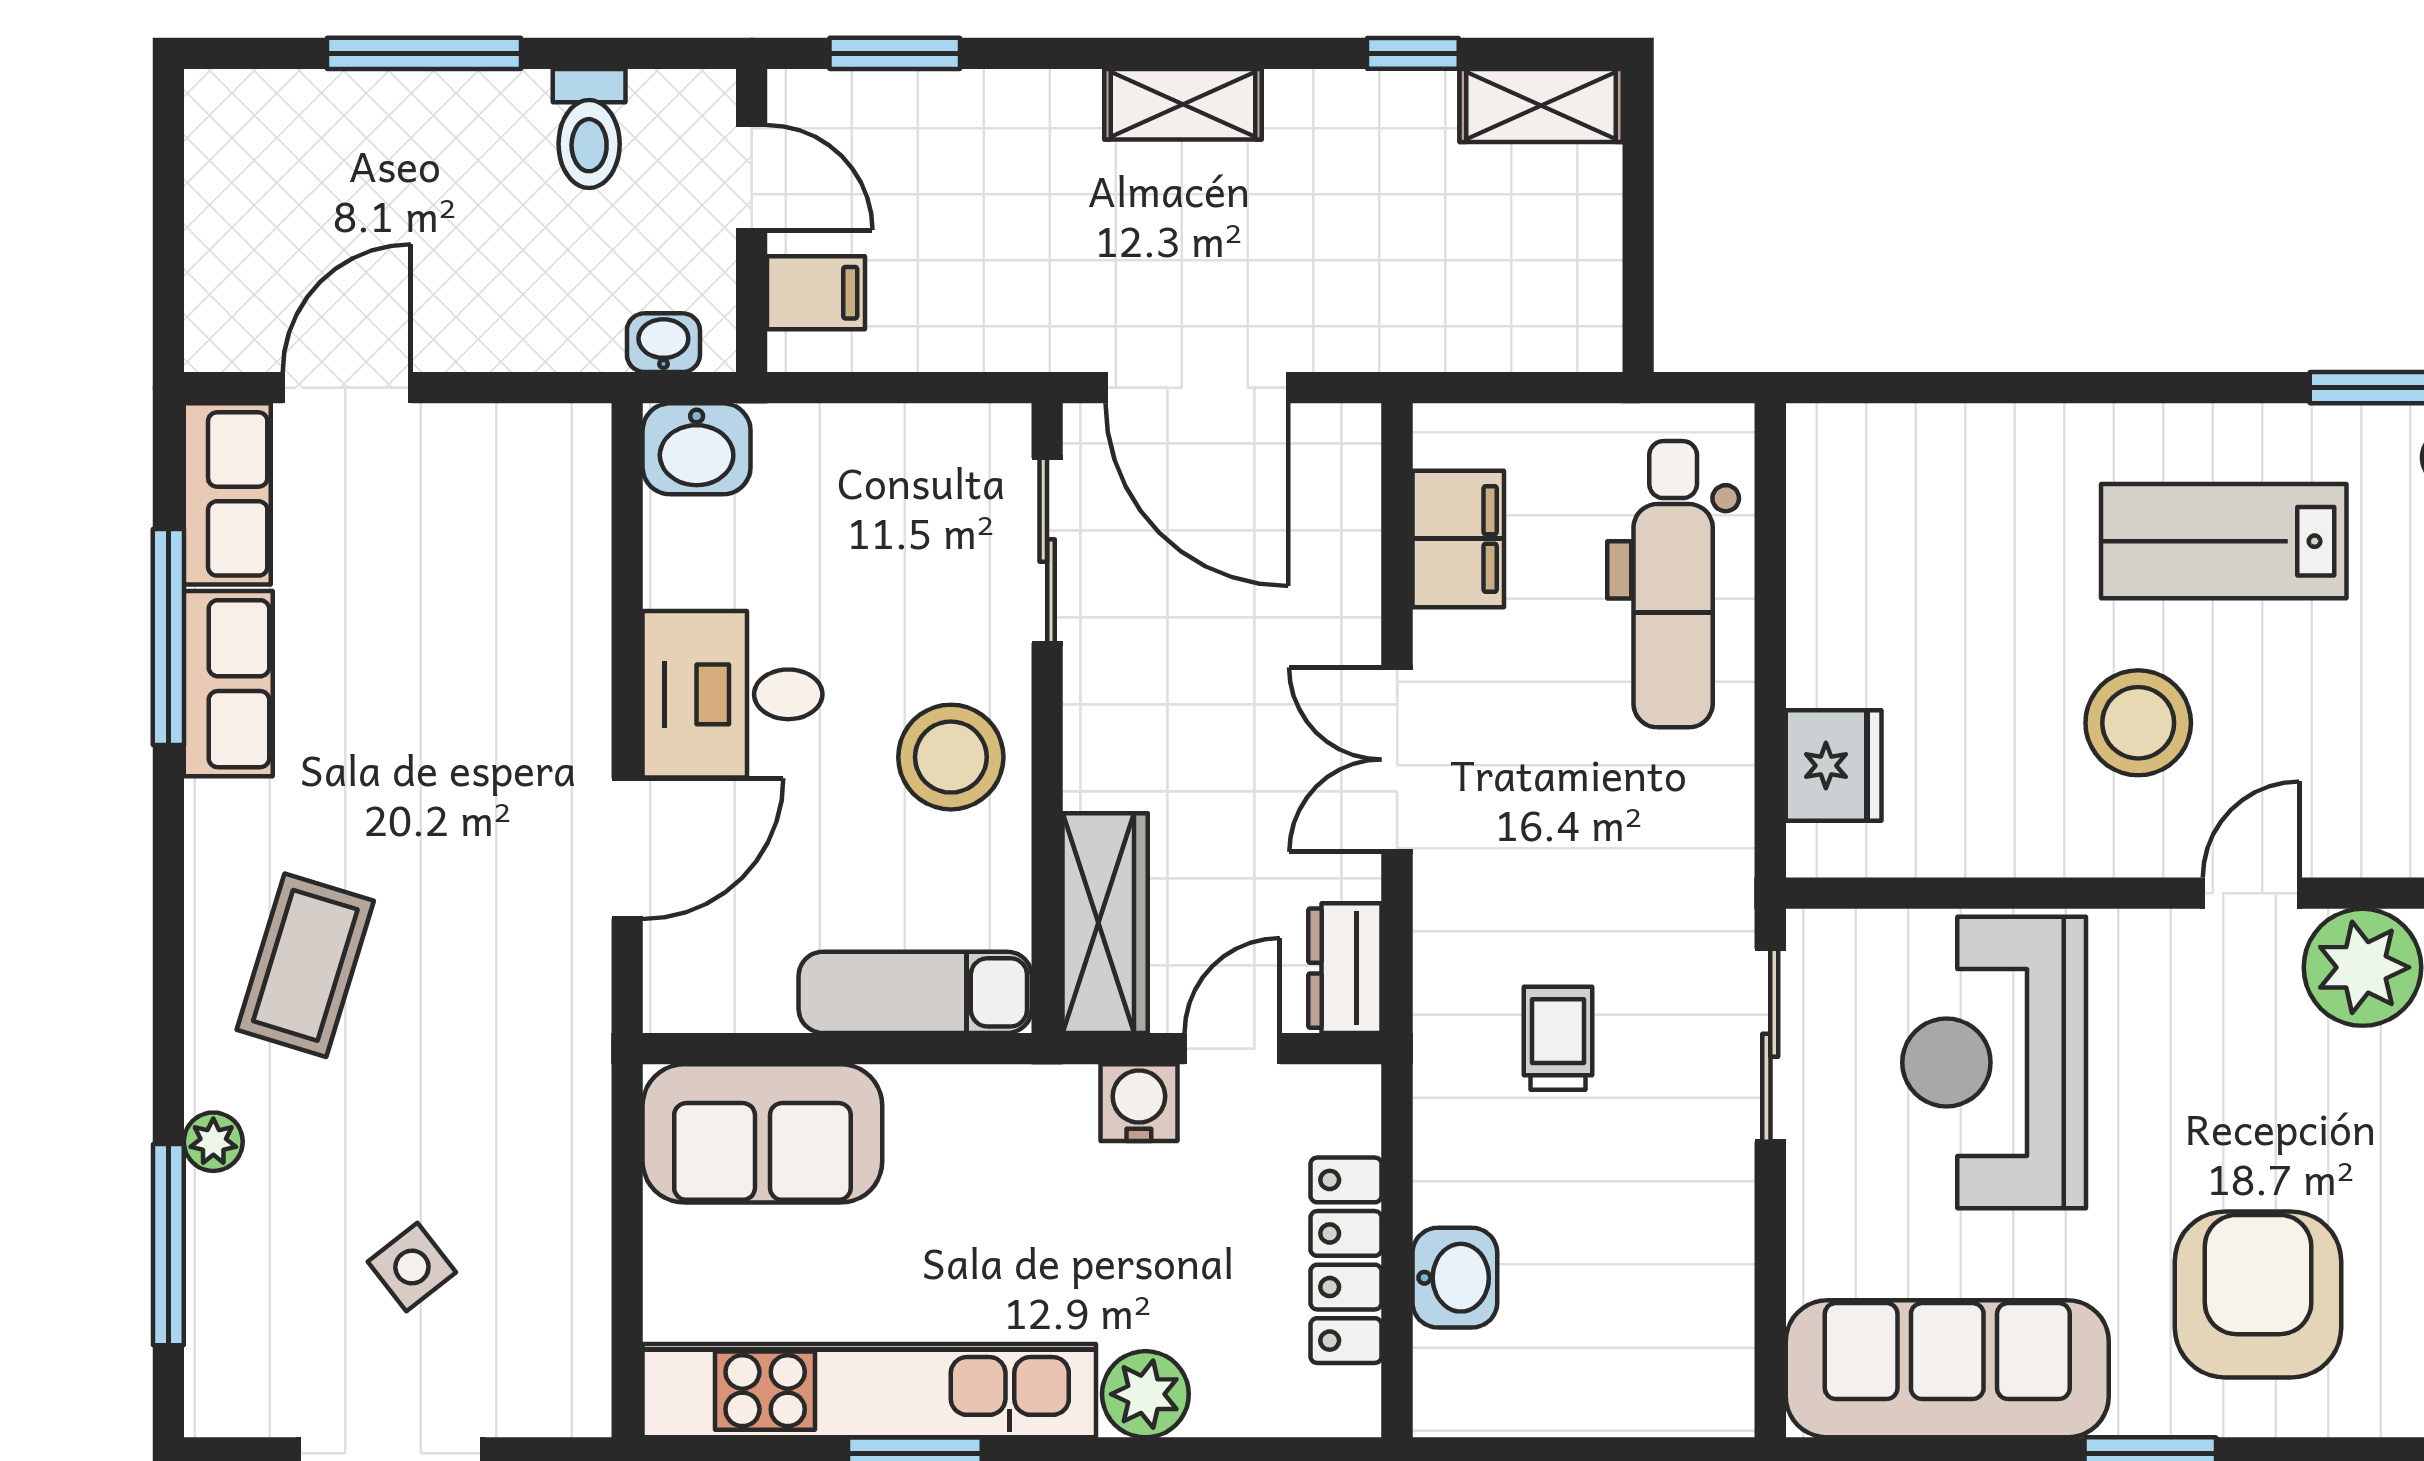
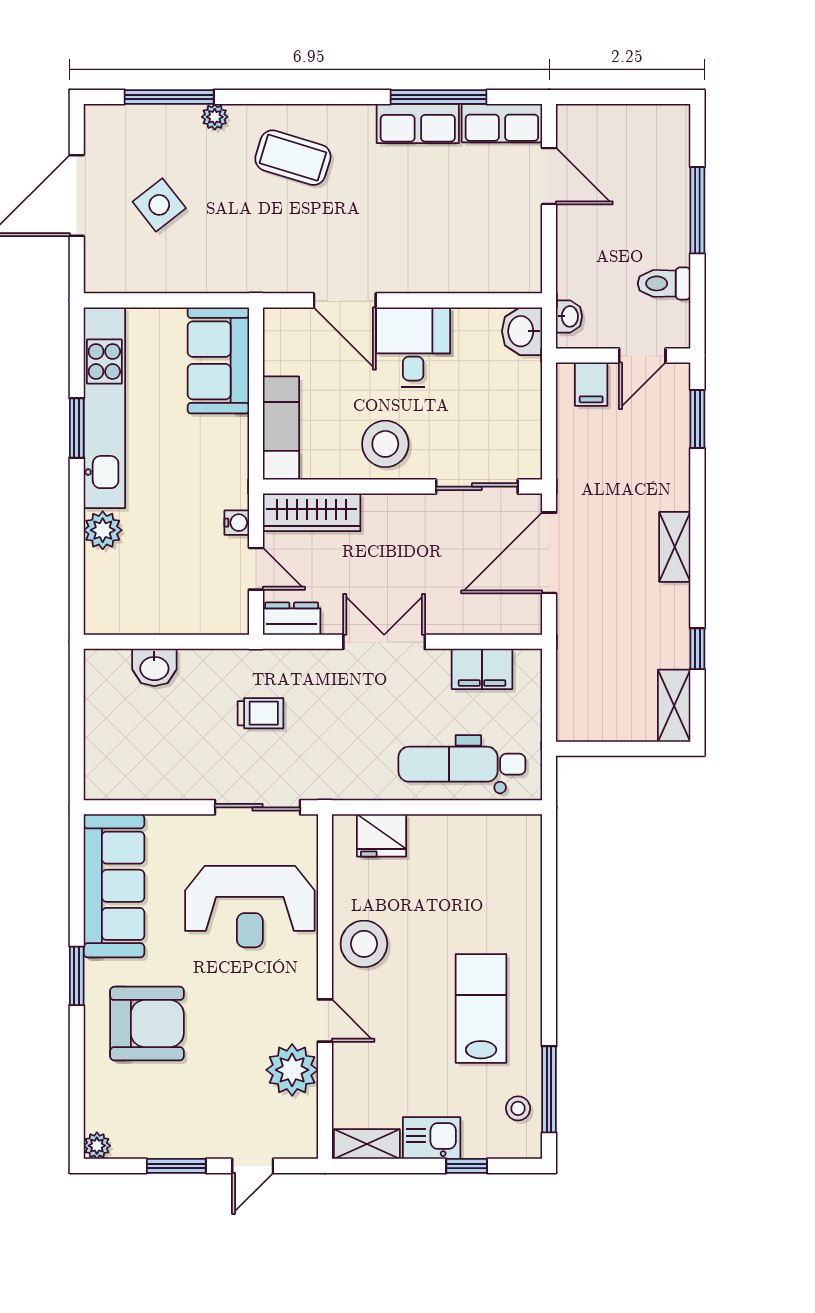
stool: (2138, 723) -> (364, 944), moved
reception desk: (1994, 1062) -> (250, 907), turned 180
water cooler: (1139, 1103) -> (237, 523), width x0.72, depth x0.72
locker: (1346, 1260) -> (162, 619), removed
side table: (412, 1267) -> (159, 205), width x1.37, depth x1.37

